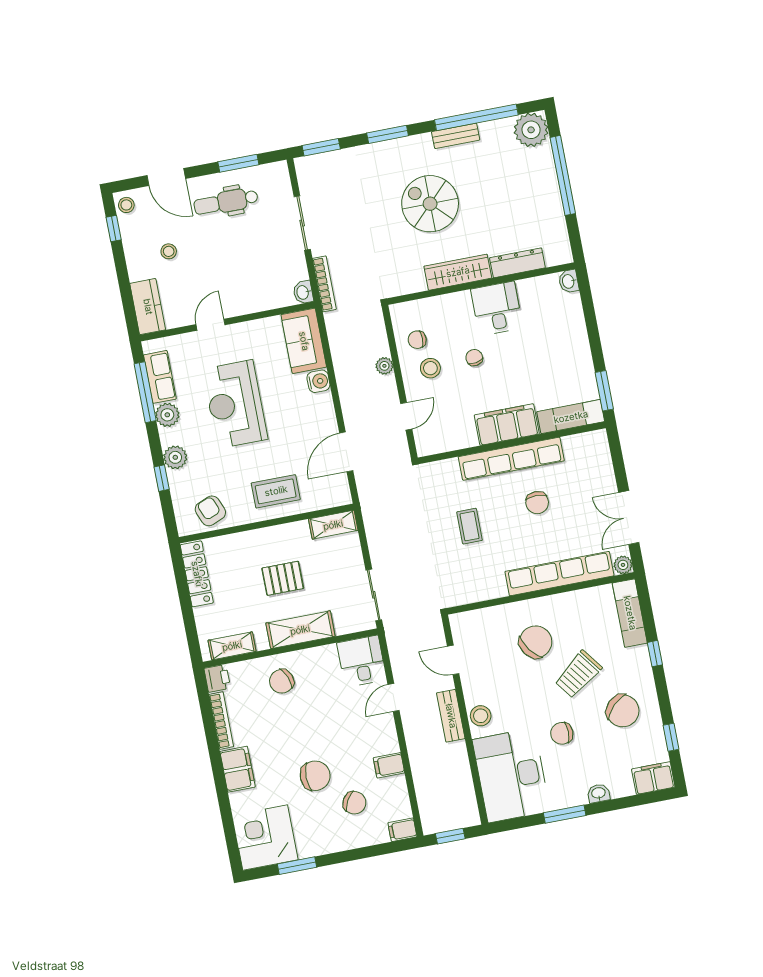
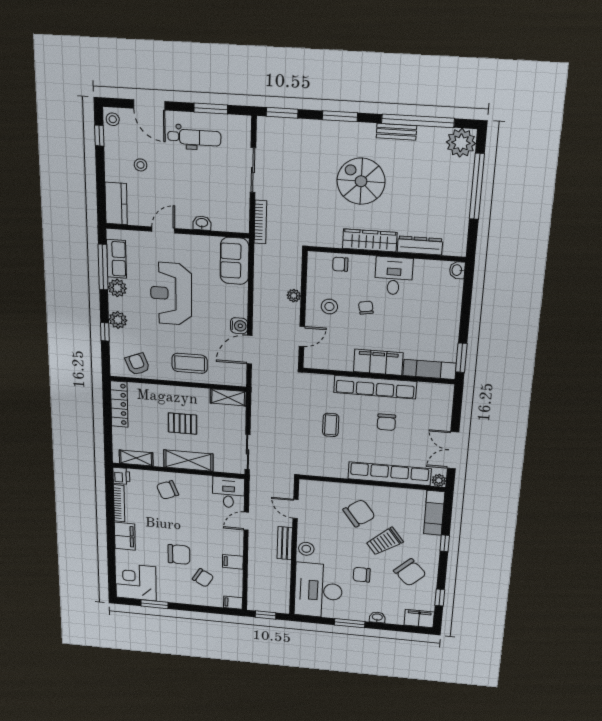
dental chair: (226, 202) -> (194, 137), turned 180
washbasin: (303, 292) -> (202, 223), moved, turned 90
chair: (417, 340) -> (340, 264), moved
water cooler: (318, 381) -> (239, 326), moved

